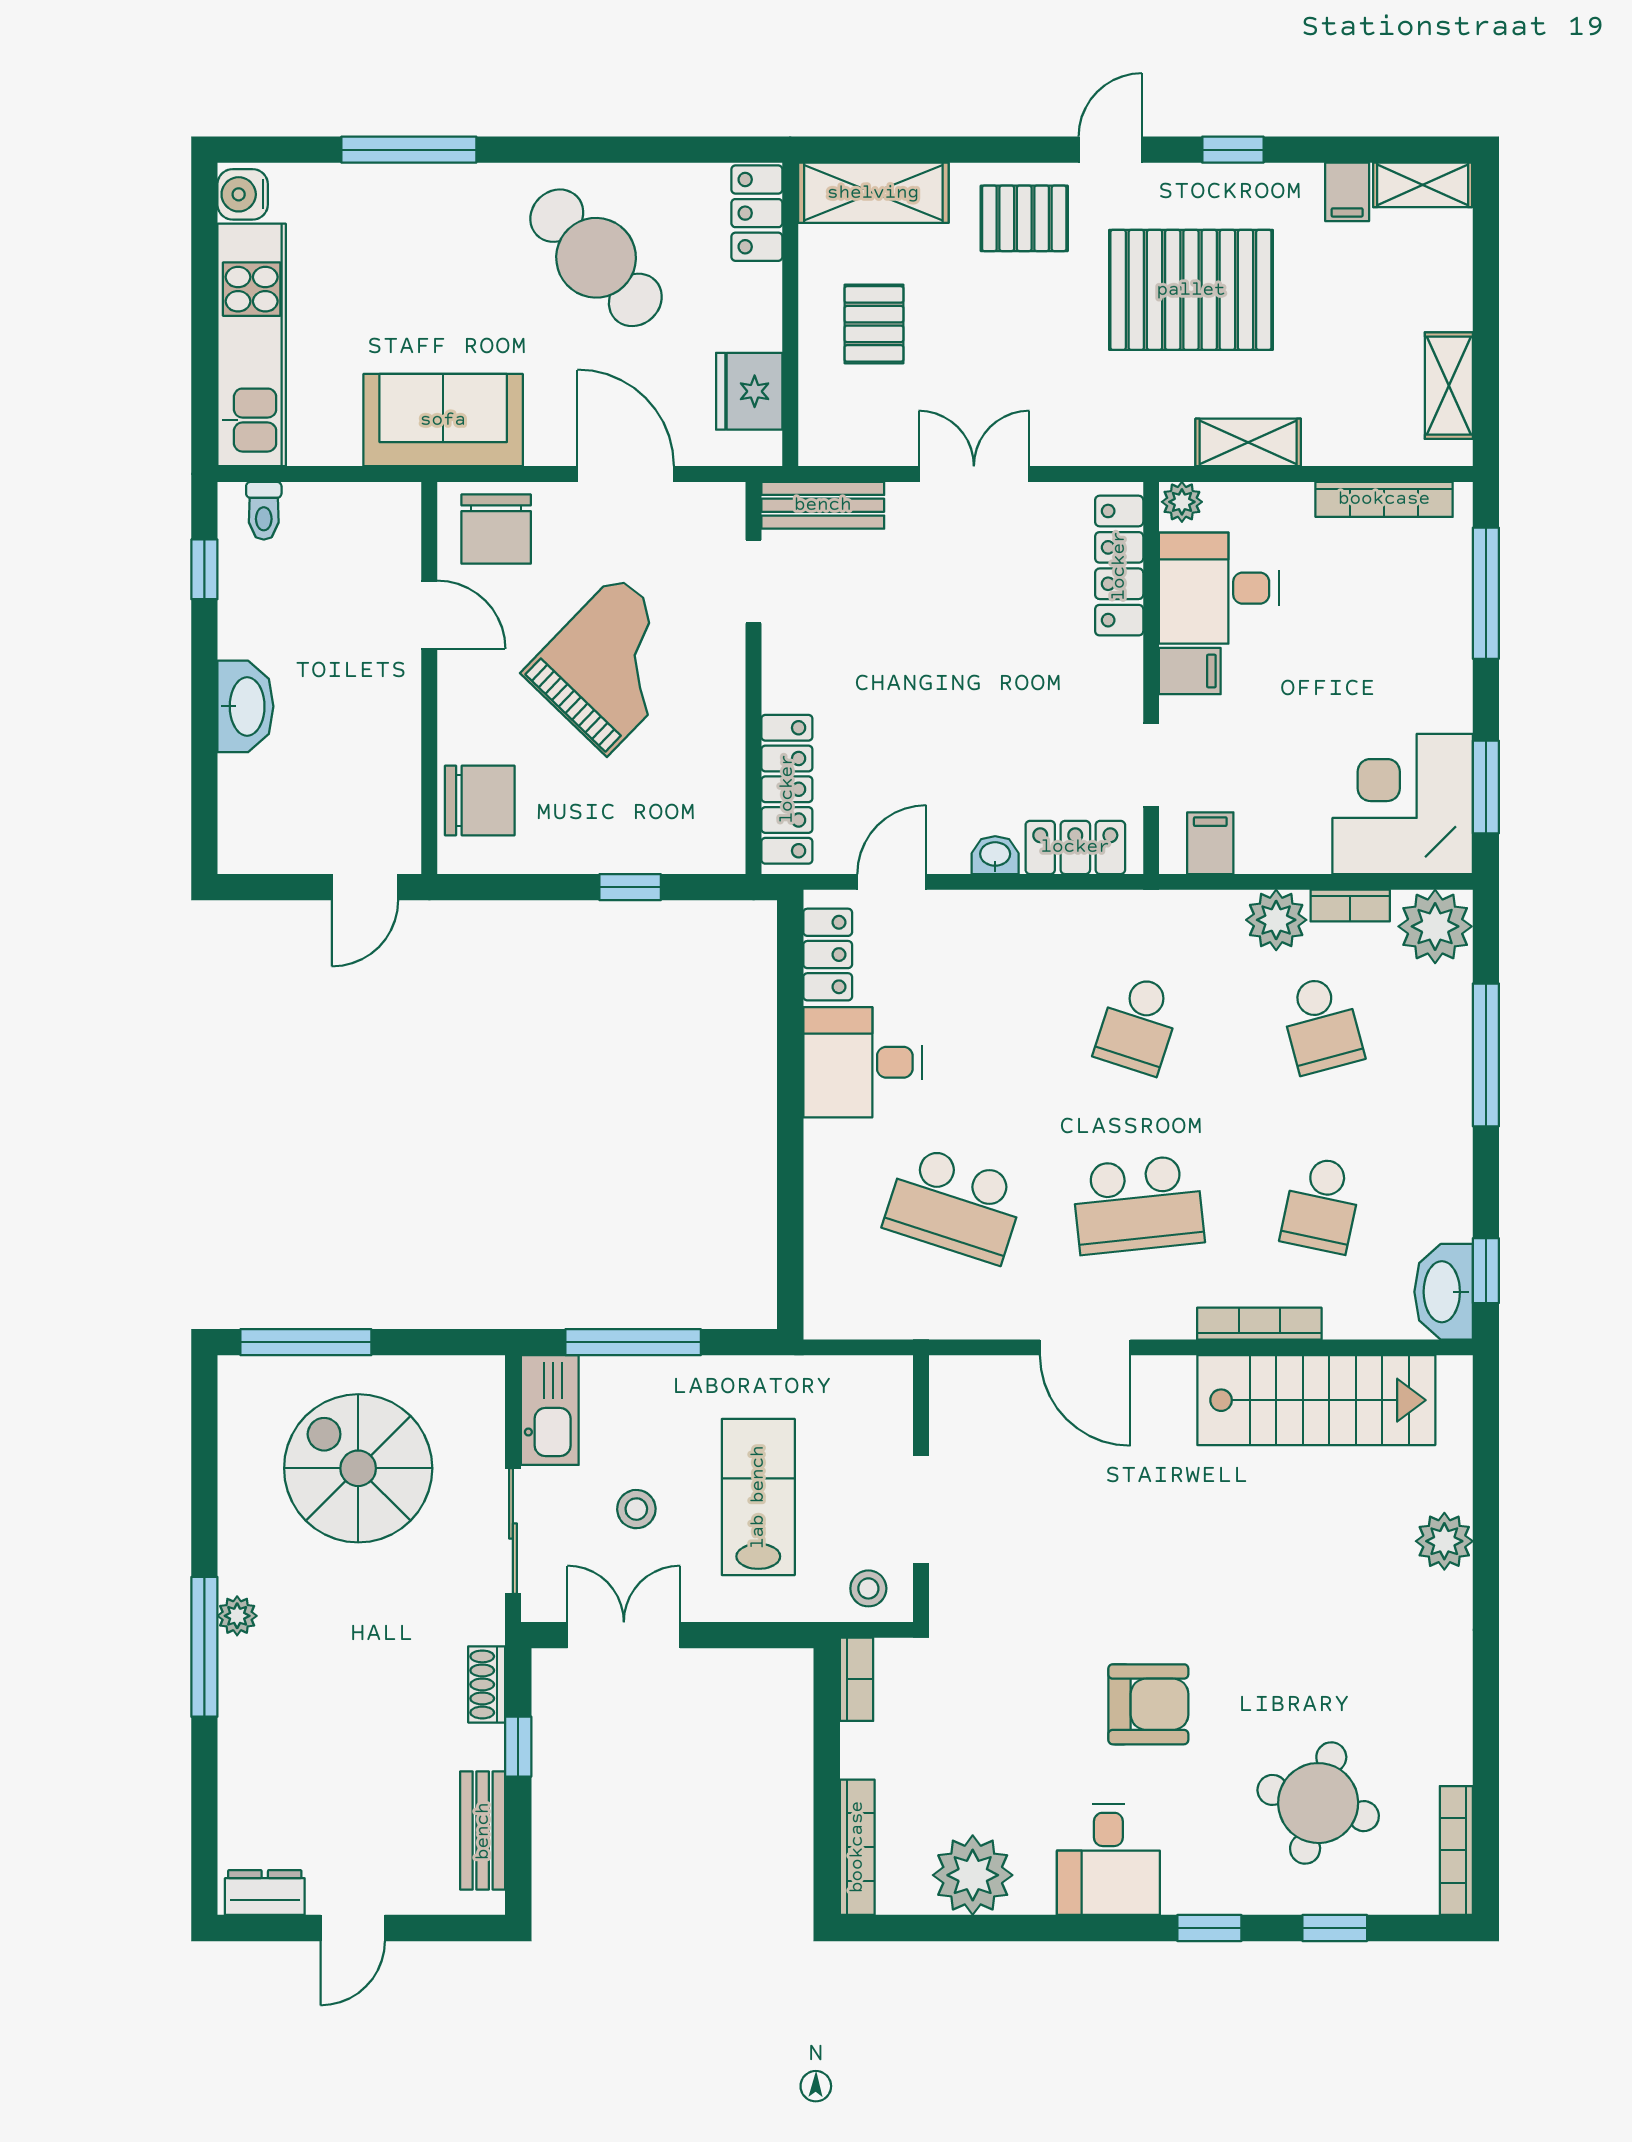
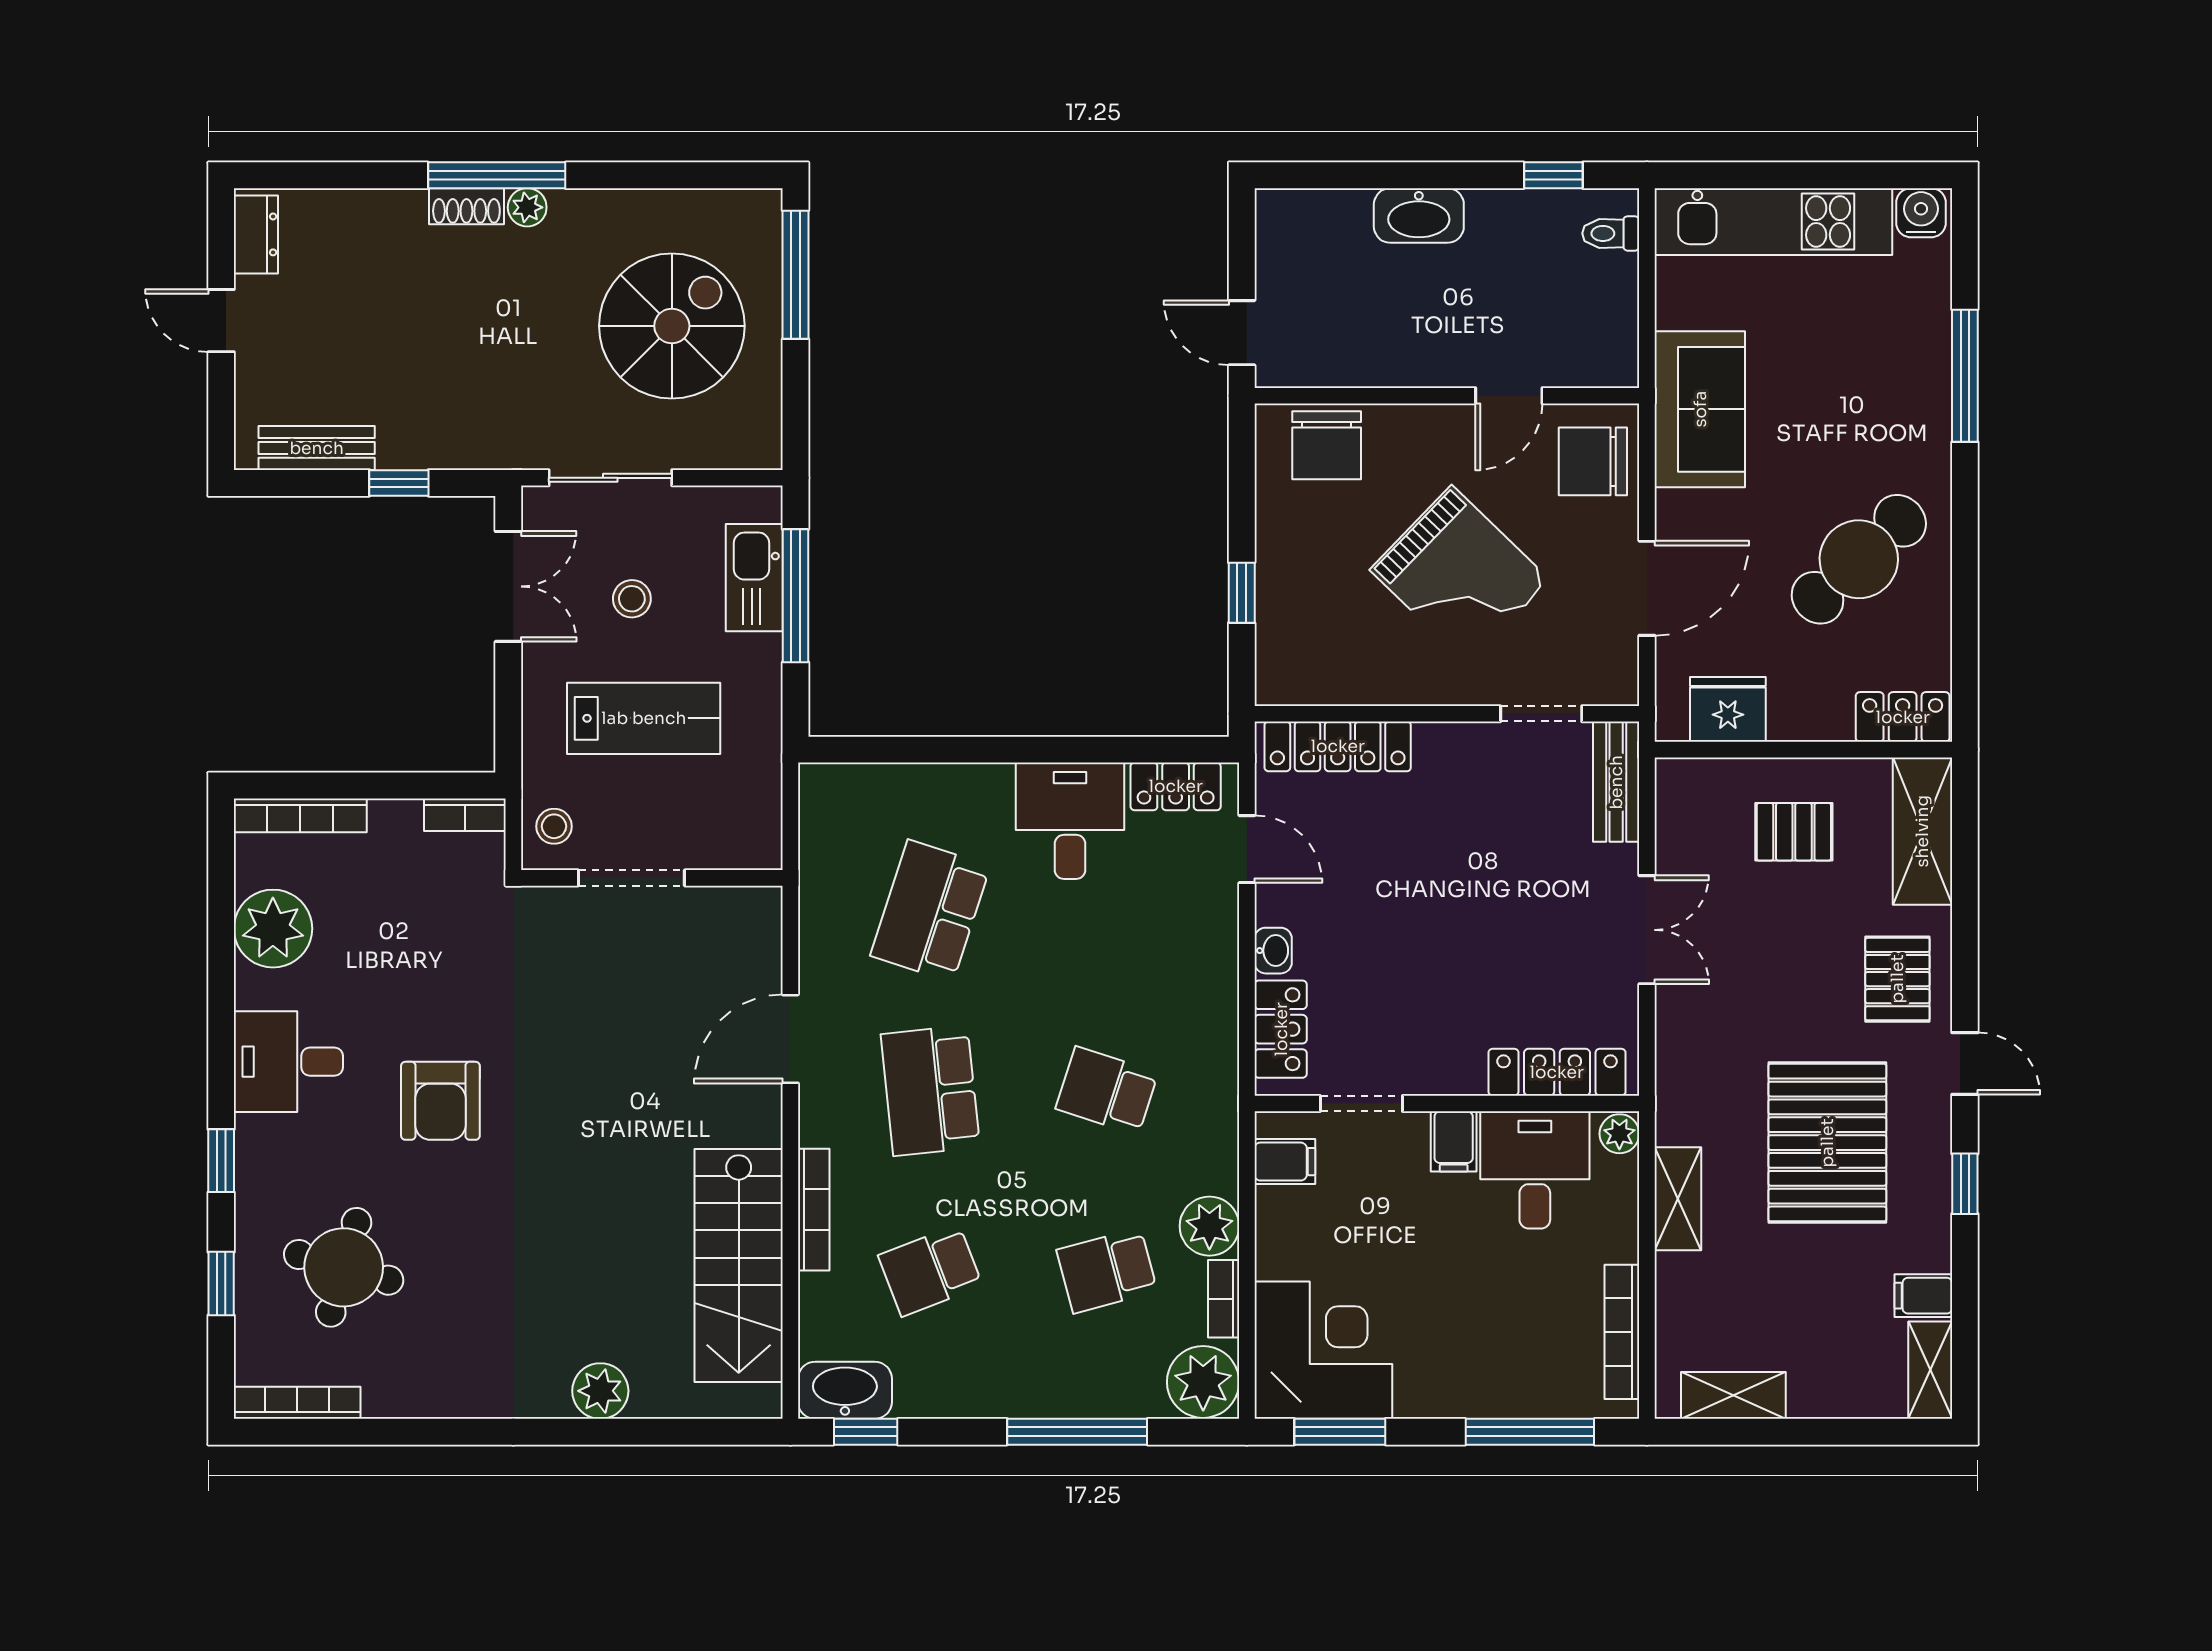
school desk: (1321, 1205) -> (930, 1271), turned -33
kitchen sink: (550, 1410) -> (754, 578), moved, turned 90
shoe rack: (487, 1684) -> (466, 206), moved, turned 180

